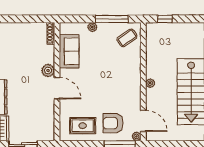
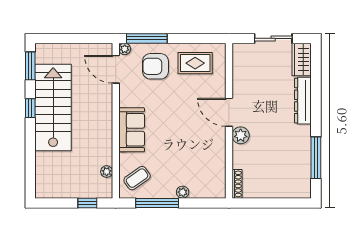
sofa: (69, 51) -> (132, 130), moved, turned 180
plant: (150, 83) -> (107, 172), moved
armchair: (113, 123) -> (155, 66), turned 180

